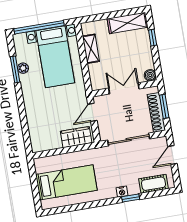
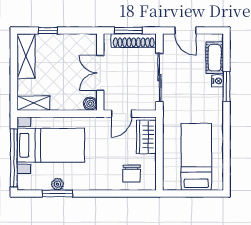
shelving: (91, 49) -> (33, 103), moved
boiler: (150, 75) -> (90, 104), moved
door: (92, 112) -> (121, 114), hinge flipped
chair: (43, 130) -> (132, 173), added
nightstand: (122, 192) -> (218, 81), moved
window: (131, 198) -> (227, 86), width x1.50

